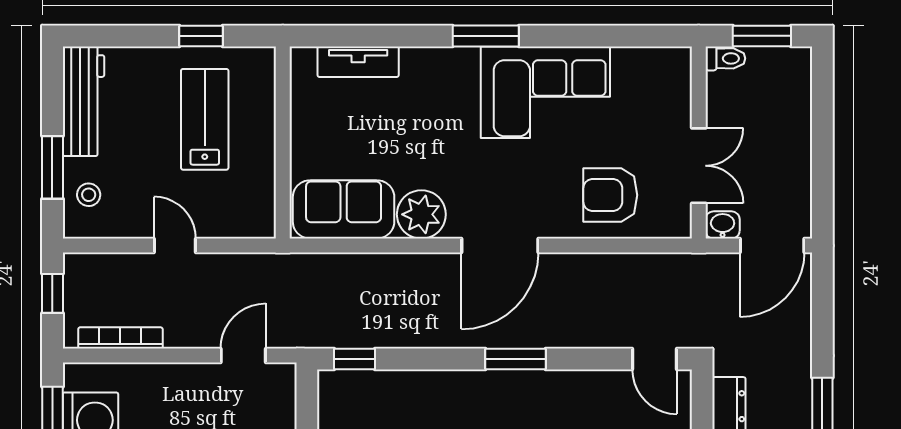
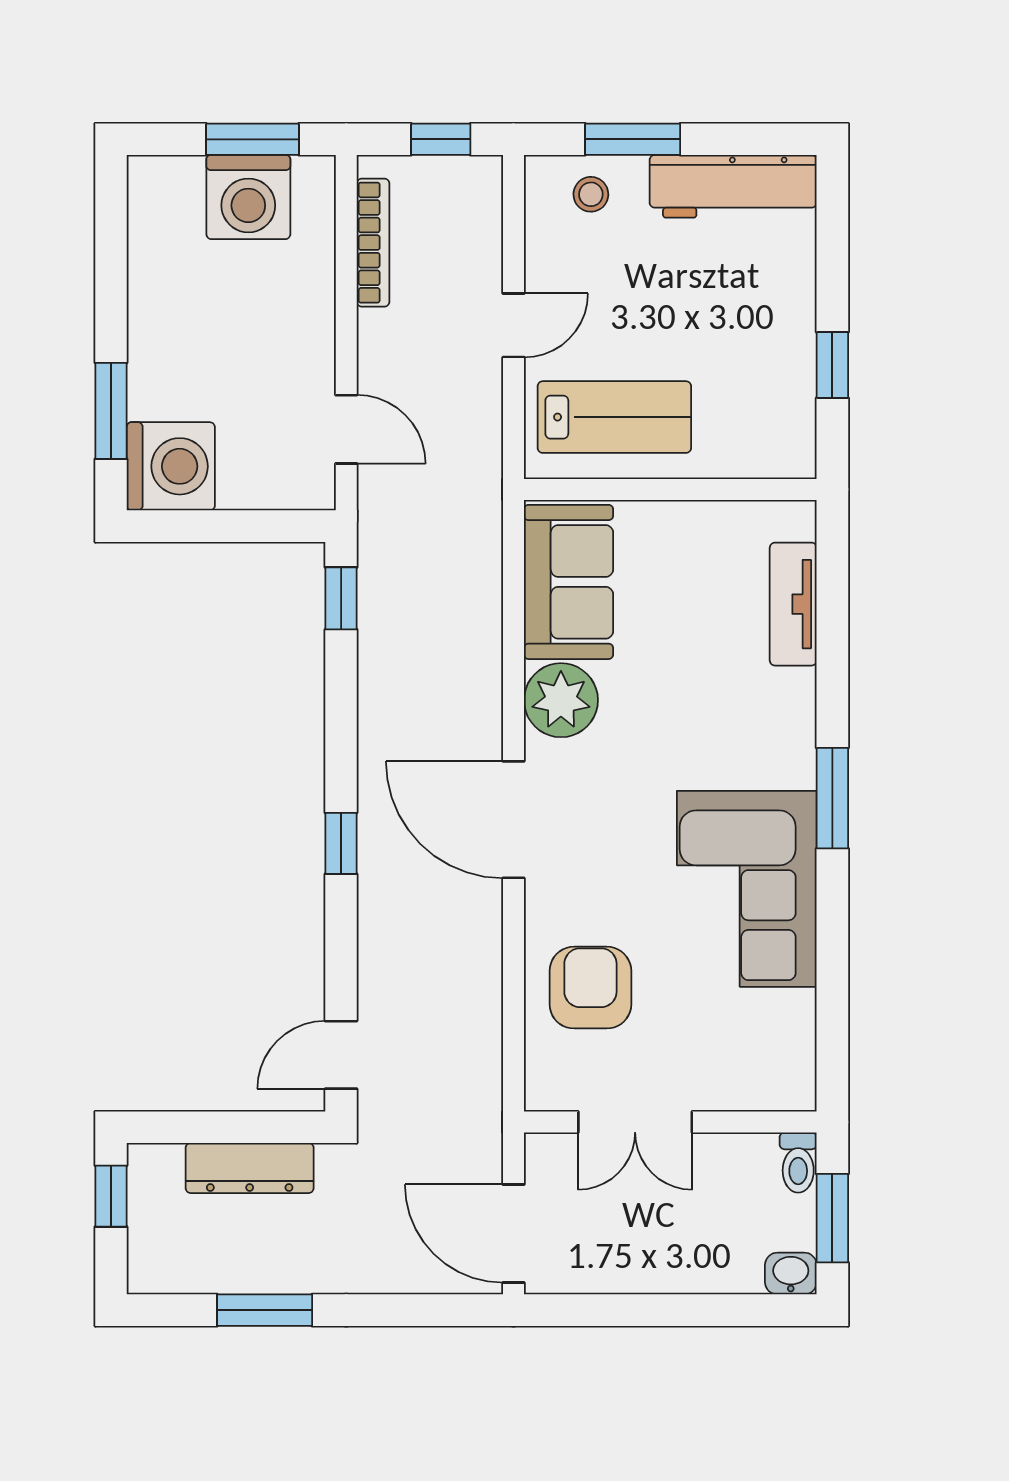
lab bench: (205, 119) -> (614, 417), moved
washbasin: (723, 225) -> (791, 1274), moved, turned -90
window: (515, 359) -> (341, 843), width x0.67

